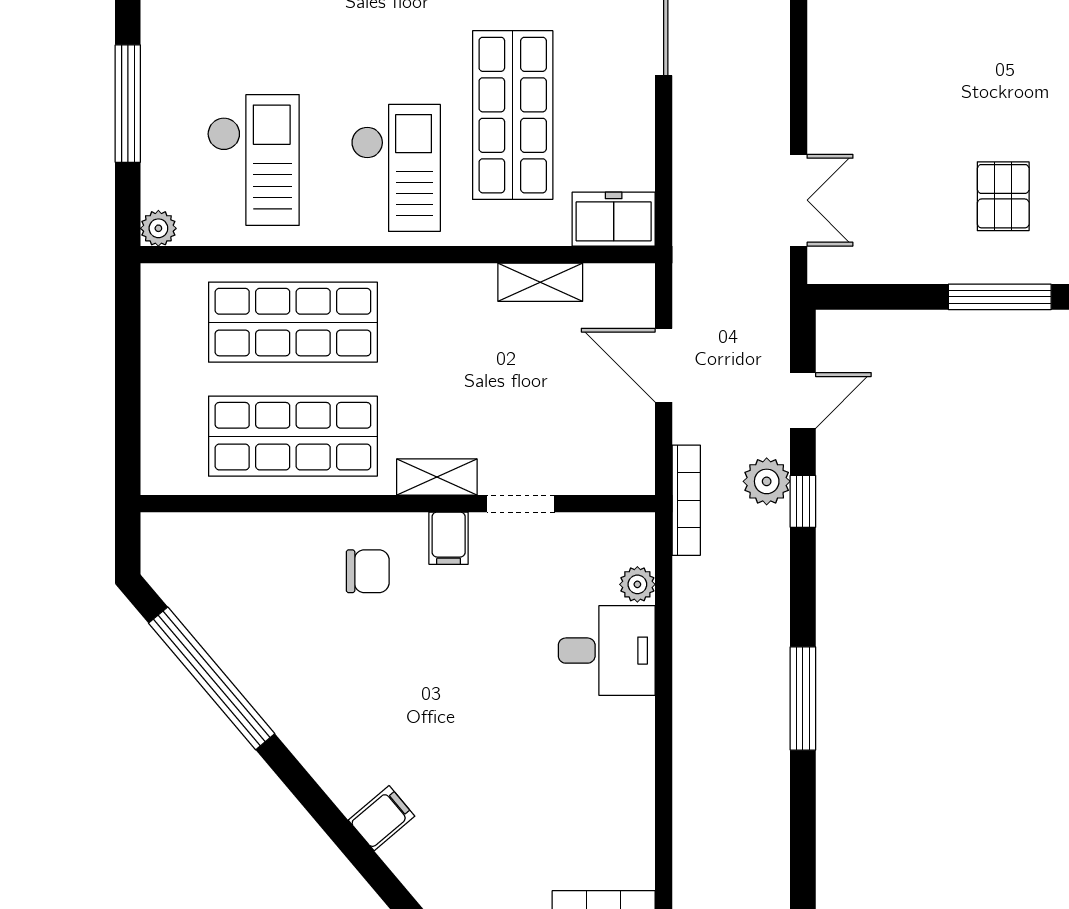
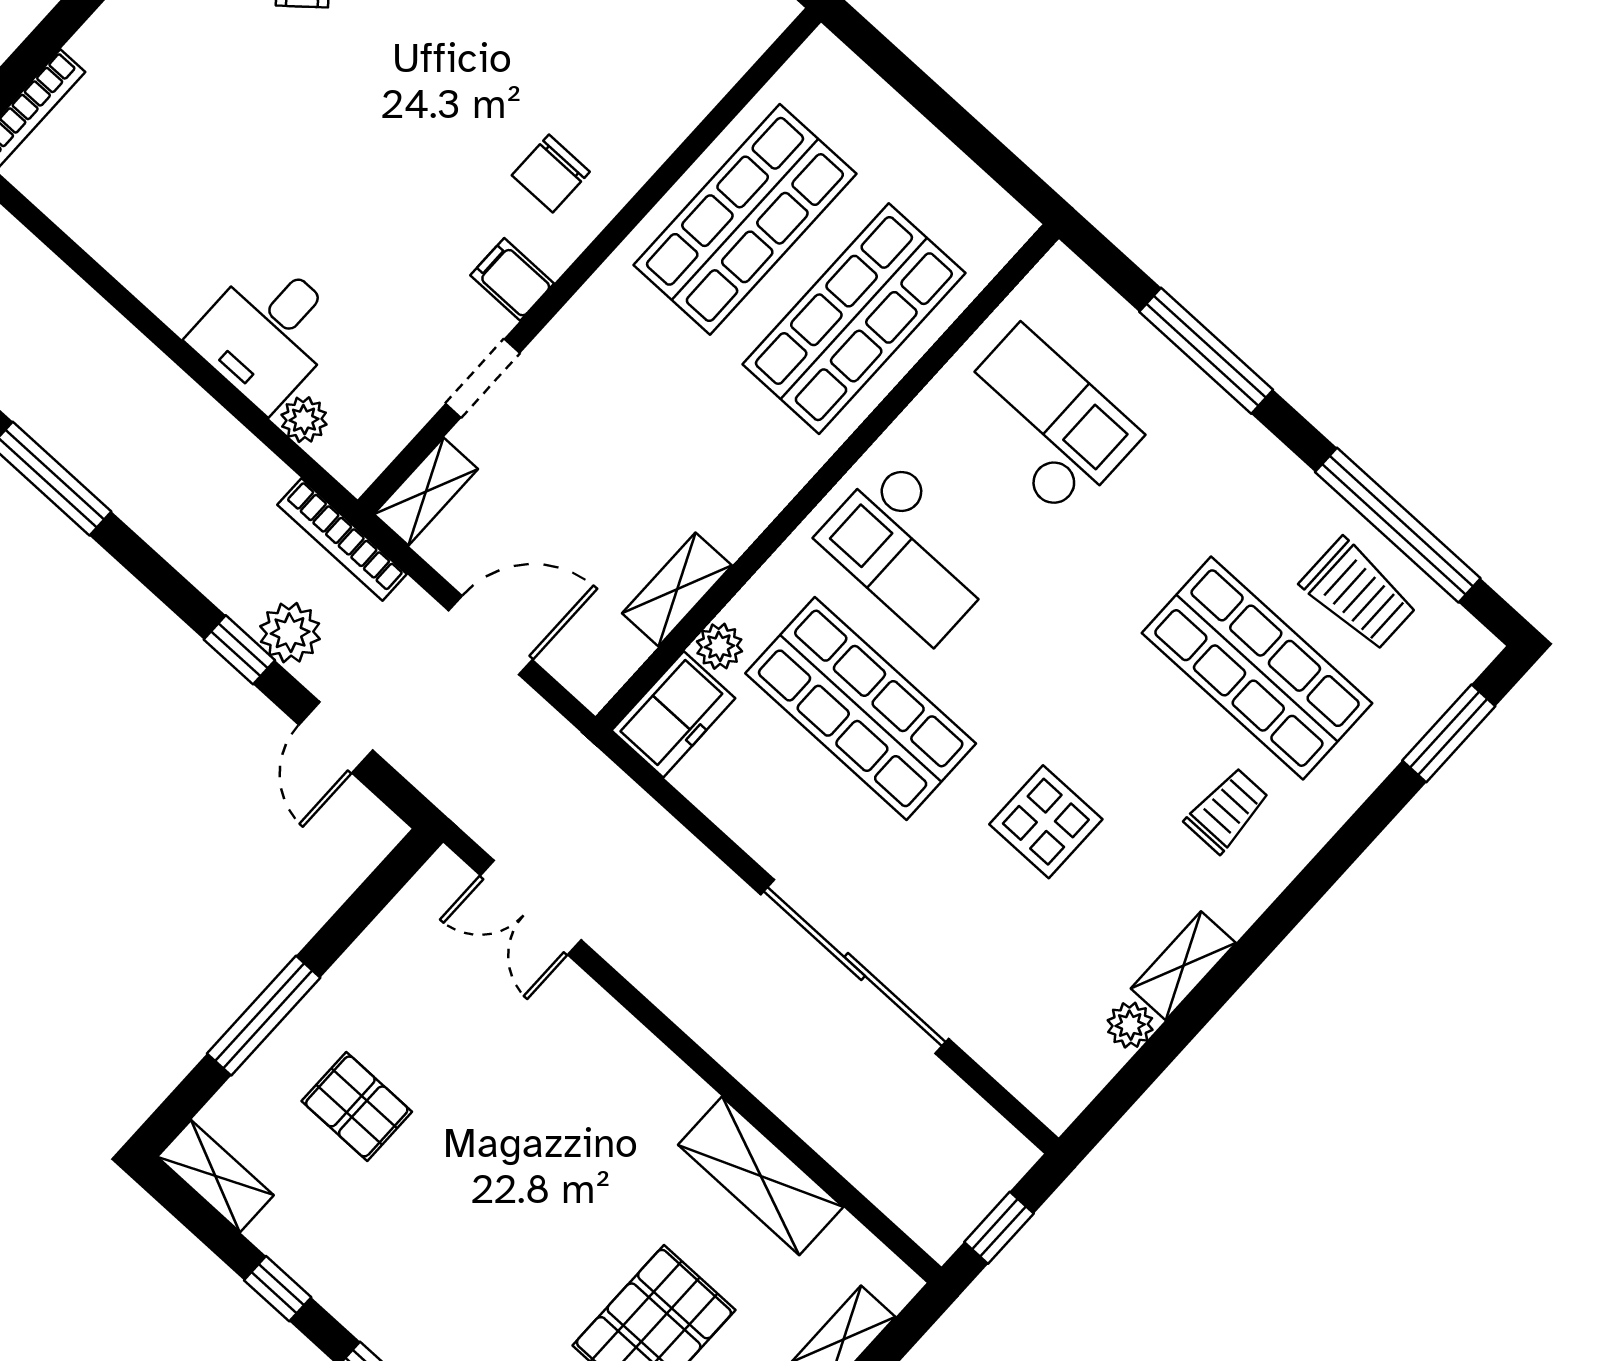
checkout: (253, 160) -> (1043, 422), turned 180
plant: (158, 228) -> (719, 646), moved
shelving: (437, 477) -> (426, 492), moved

